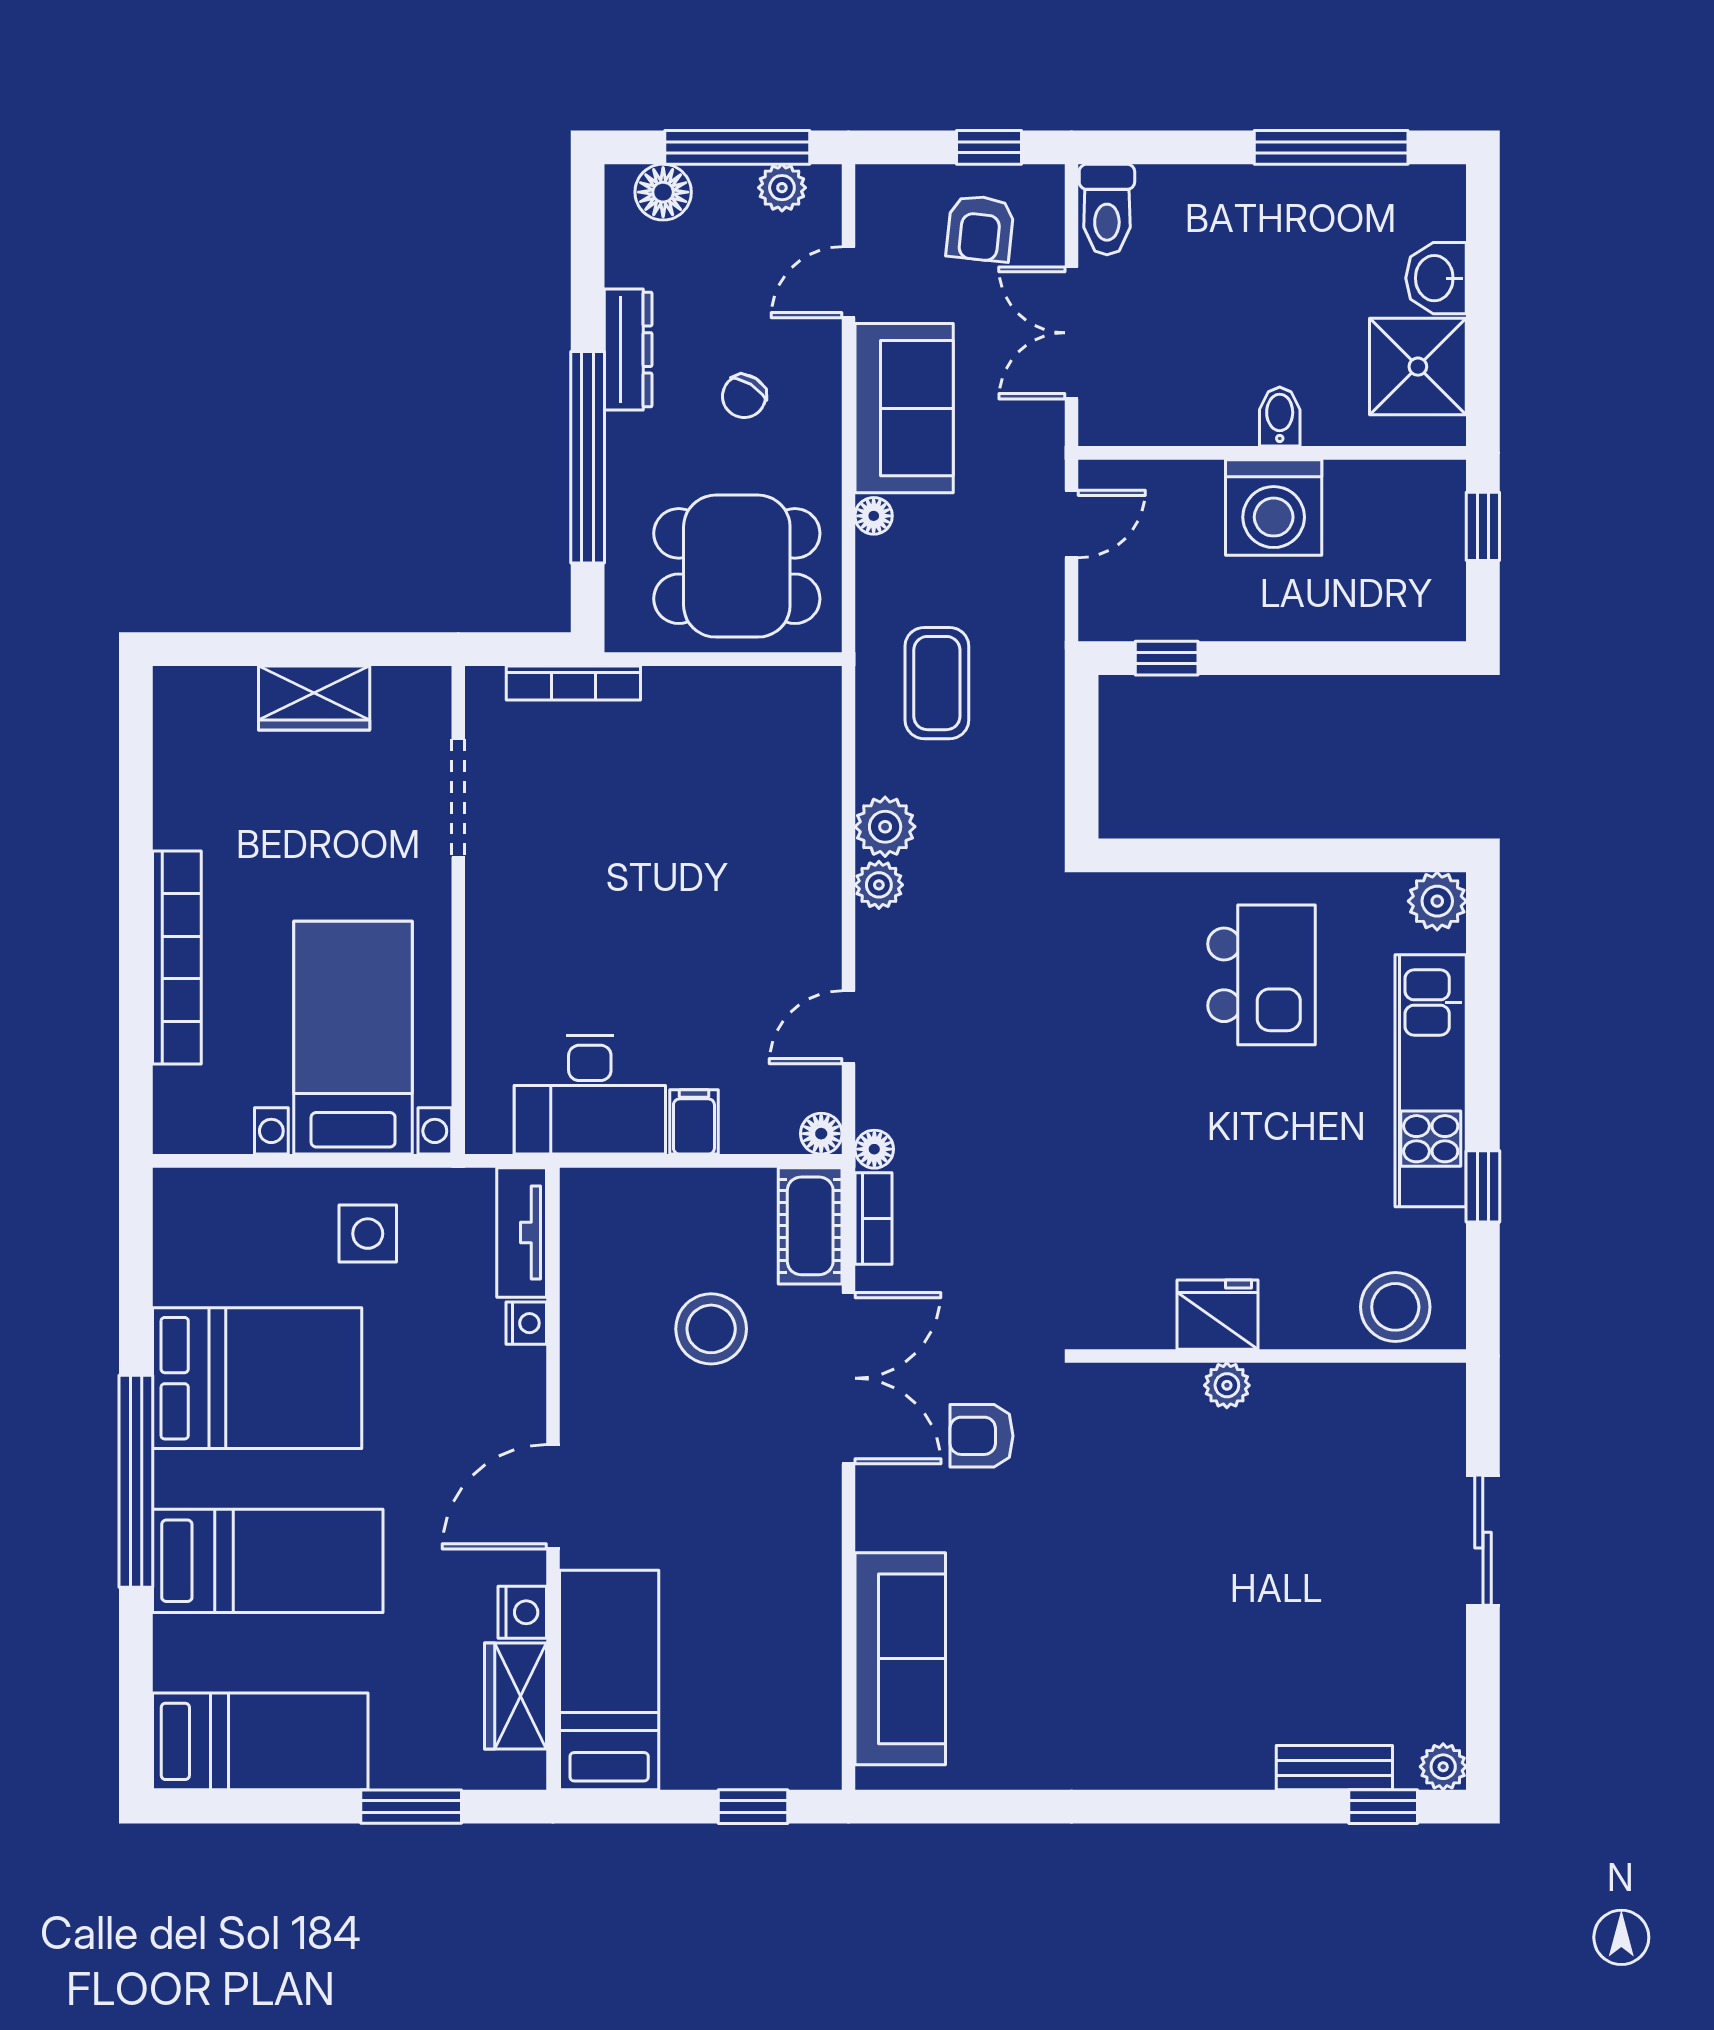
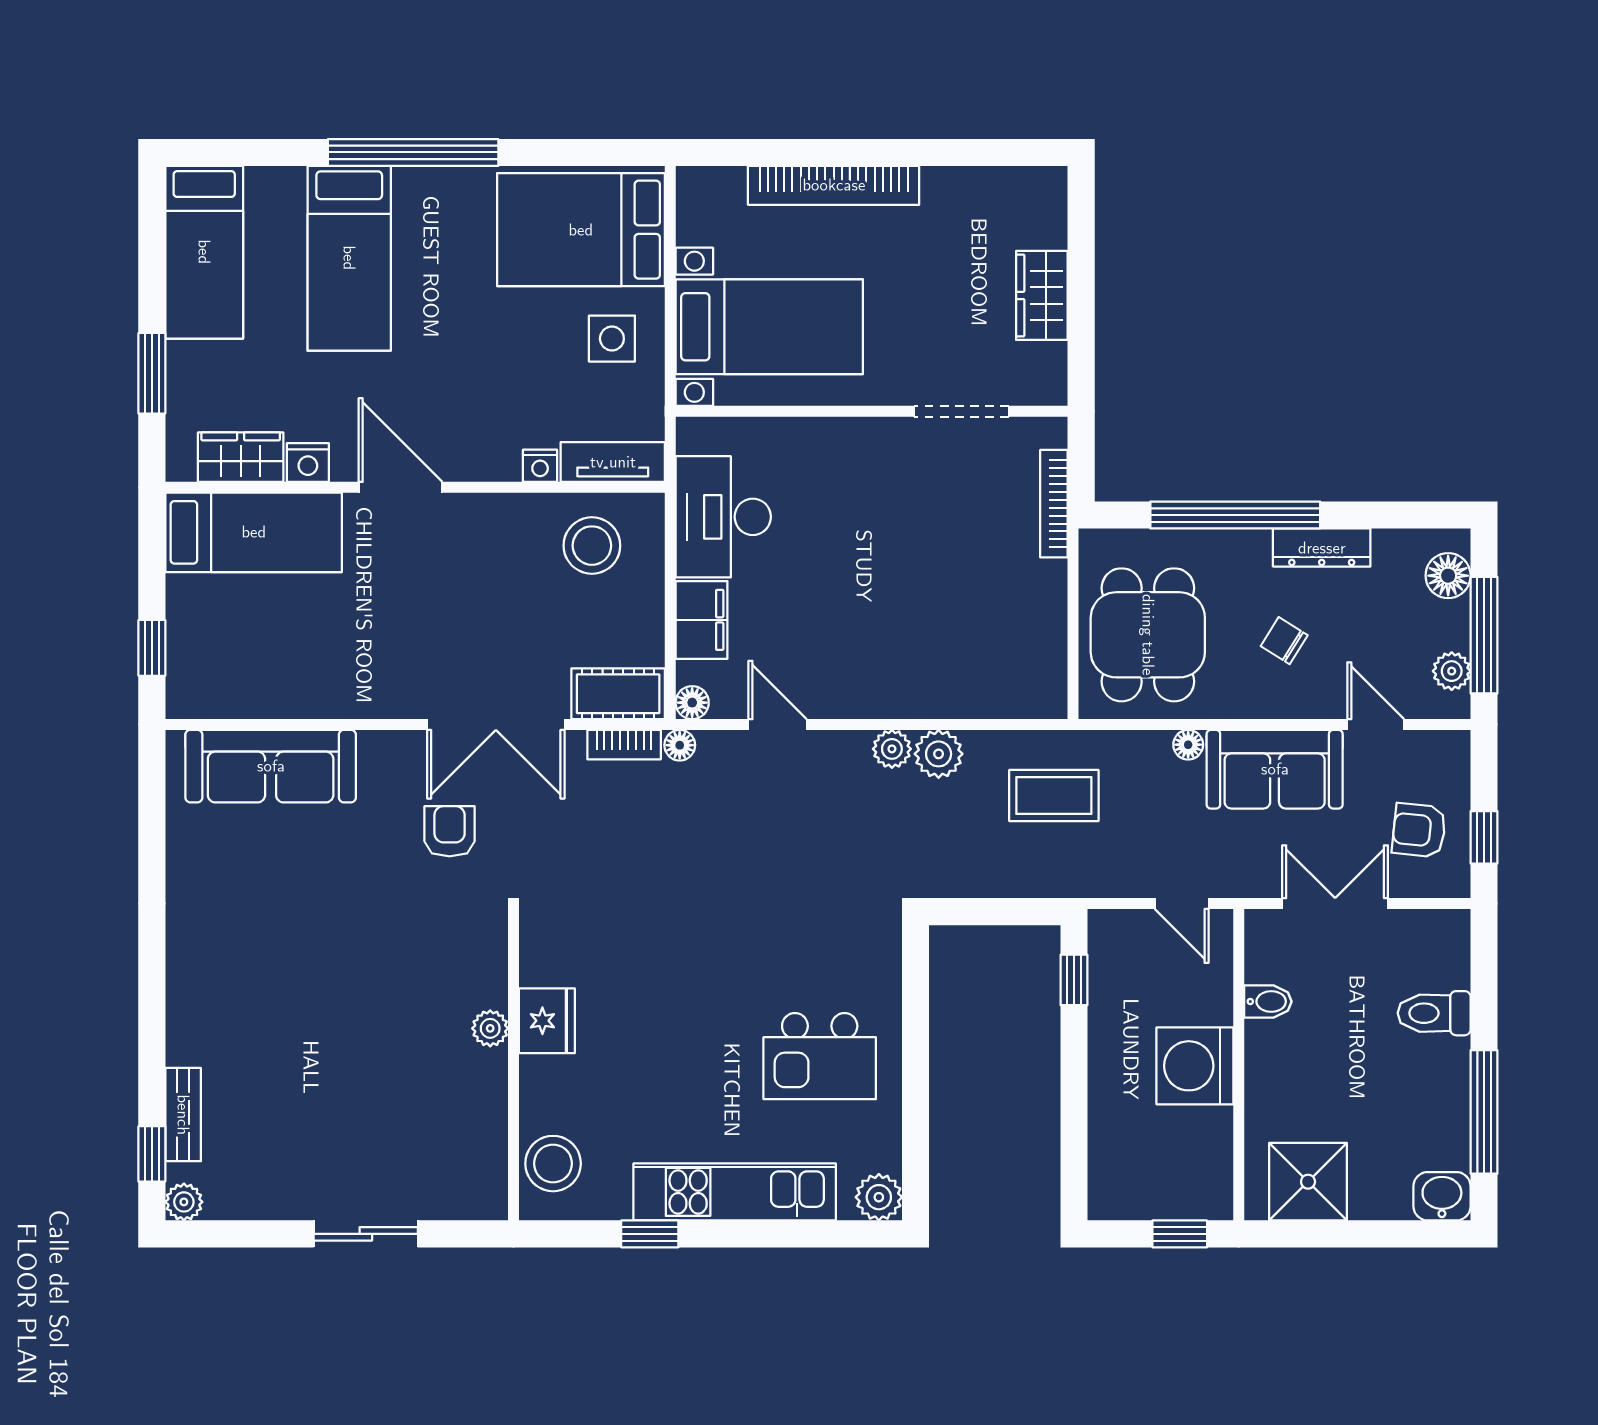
toilet: (1107, 209) -> (1434, 1013), moved
washbasin: (1436, 278) -> (1442, 1196), moved
bidet: (1280, 417) -> (1268, 1002), moved
filing cabinet: (694, 1122) -> (702, 620), width x2.00
stool: (711, 1329) -> (592, 546), moved
bed: (257, 1378) -> (581, 230), moved, turned 90

